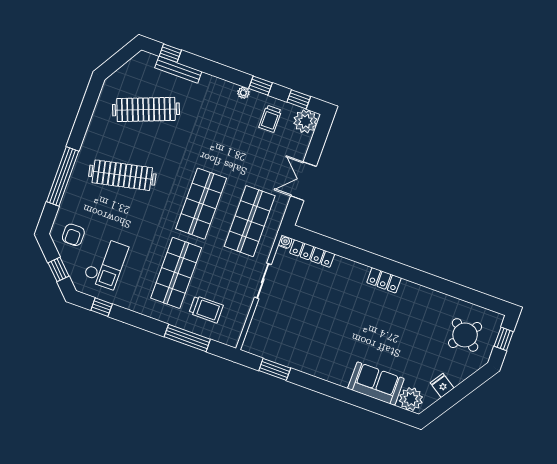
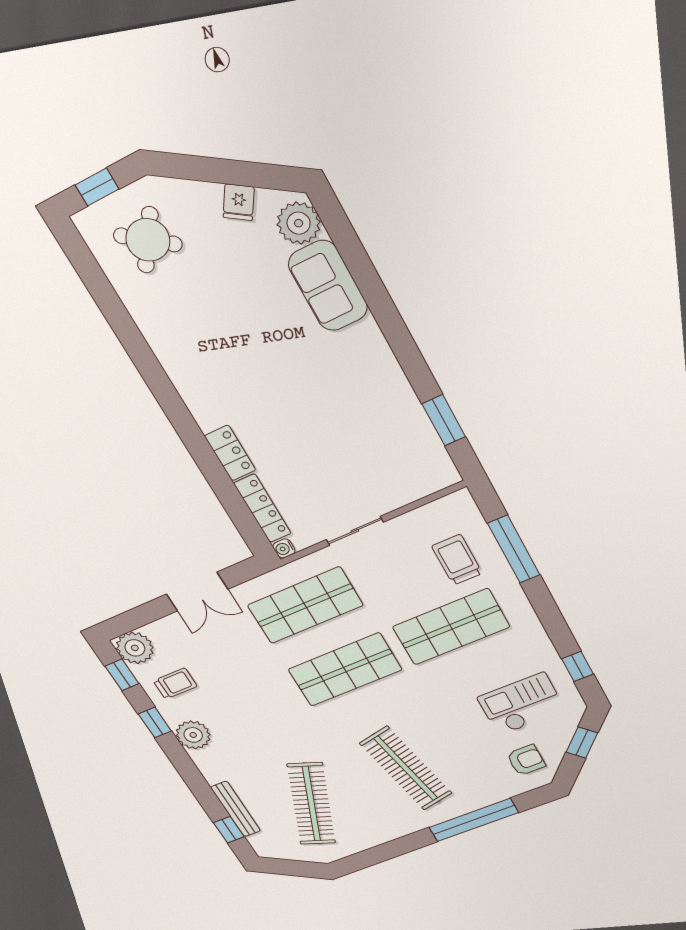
plant: (243, 93) -> (193, 735), width x1.88, depth x1.88
clothes rail: (146, 109) -> (311, 804), turned 42
locker: (384, 280) -> (230, 453), moved

